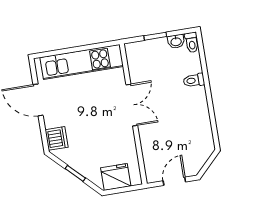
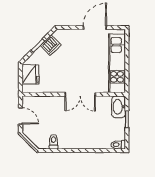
washbasin: (176, 41) -> (119, 107), moved, width x1.91, depth x1.45
toilet: (194, 80) -> (54, 142), moved
dishwasher: (57, 138) -> (51, 45), moved, turned -45

